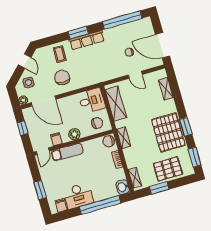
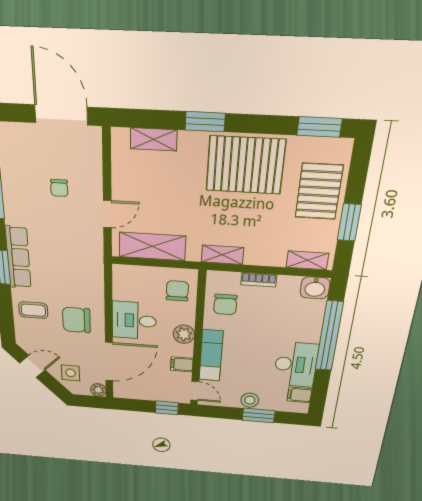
door: (163, 45) -> (61, 115), swing flipped
door: (135, 75) -> (107, 214), moved
desk: (92, 101) -> (134, 321), moved, turned -90
window: (186, 127) -> (205, 122), moved
window: (22, 128) -> (167, 408), moved
chair: (109, 141) -> (225, 304), moved
stool: (48, 182) -> (250, 400), added

